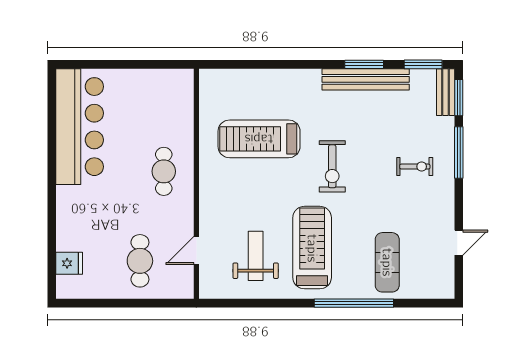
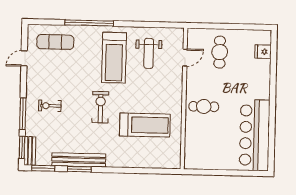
cafe table: (164, 171) -> (204, 107), turned 90
exercise mat: (387, 262) -> (55, 42), moved, turned 90

